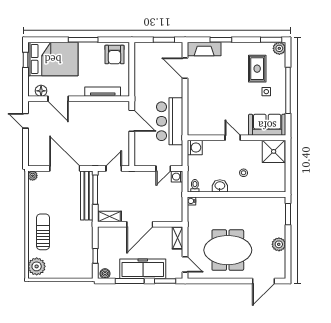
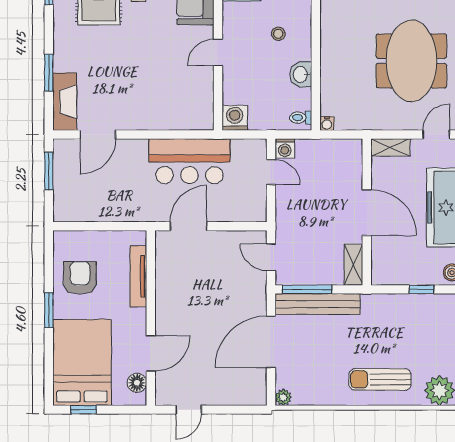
window: (83, 40) -> (49, 310), width x0.69
armchair: (114, 55) -> (80, 278), moved, turned -90

